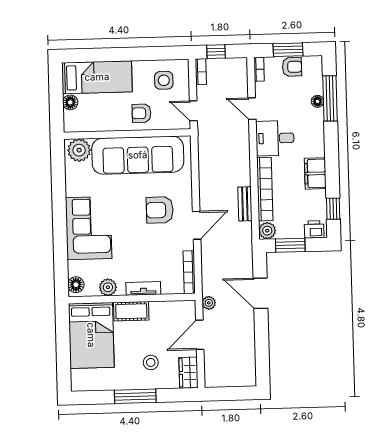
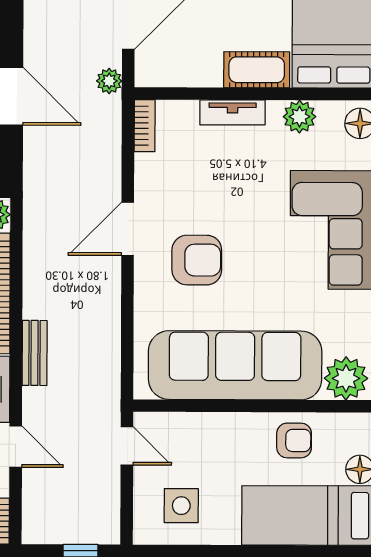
bookcase: (201, 72) -> (111, 520), removed
armchair: (141, 113) -> (294, 440), moved
bench: (245, 204) -> (35, 353), moved
bookcase: (189, 272) -> (145, 126), width x0.64

